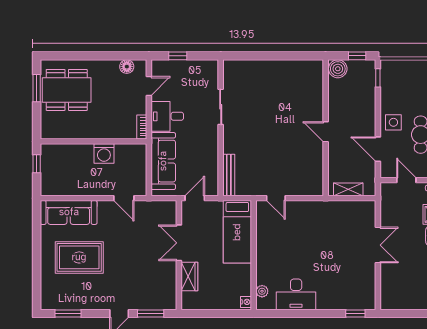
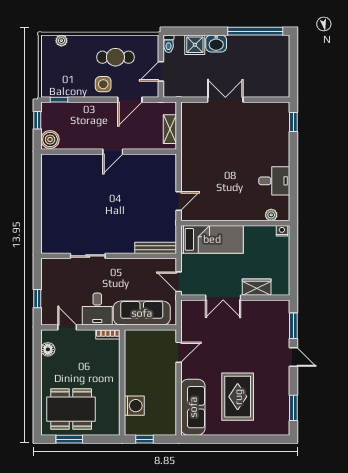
dining table: (67, 90) -> (71, 409), turned 90
washing machine: (104, 153) -> (134, 406), moved
desk: (296, 294) -> (274, 181), width x0.73

